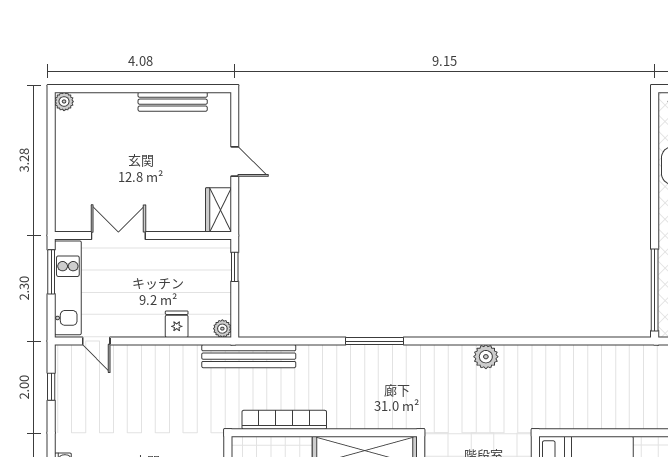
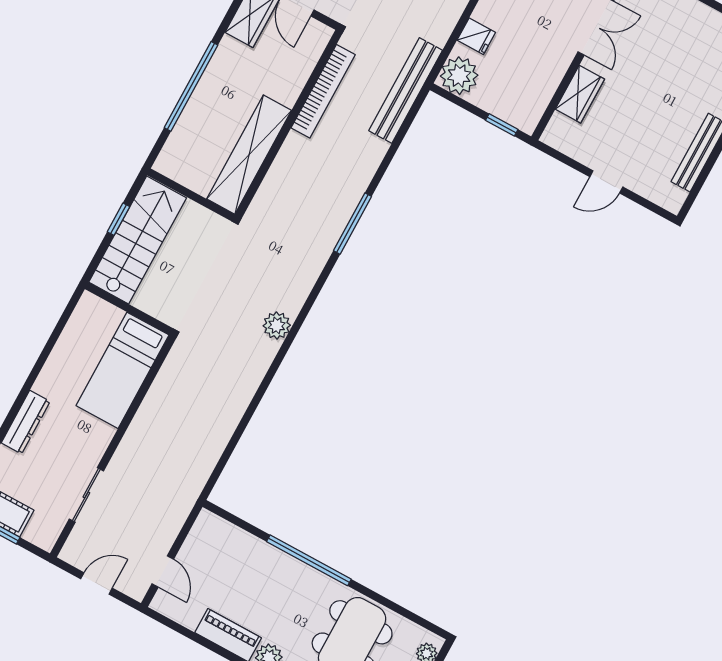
wardrobe: (218, 210) -> (580, 94), moved, turned 90
window: (655, 290) -> (309, 560), moved
plant: (222, 329) -> (459, 76), width x1.88, depth x1.88

